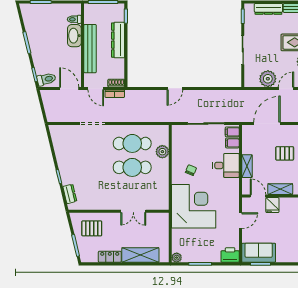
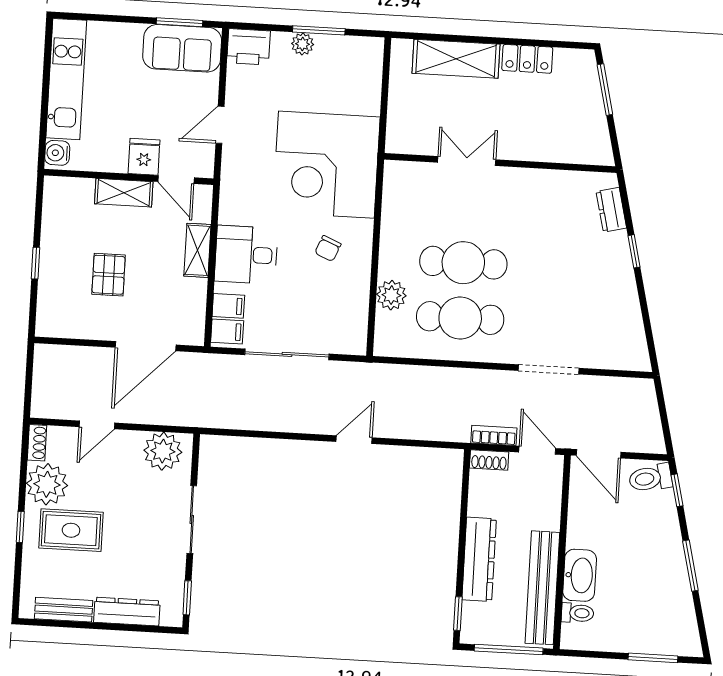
bench: (90, 49) -> (542, 588), moved
plant: (268, 79) -> (163, 451), moved
pallet: (285, 153) -> (109, 275), turned 90
pallet: (92, 228) -> (565, 127), removed
plant: (177, 258) -> (303, 44), moved

